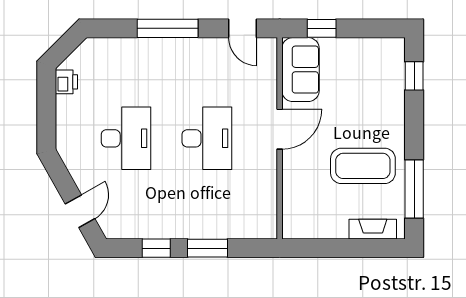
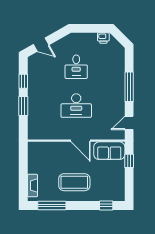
desk: (126, 138) -> (76, 67), width x0.73
coffee table: (363, 166) -> (74, 182), moved, turned 90

